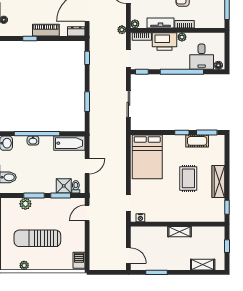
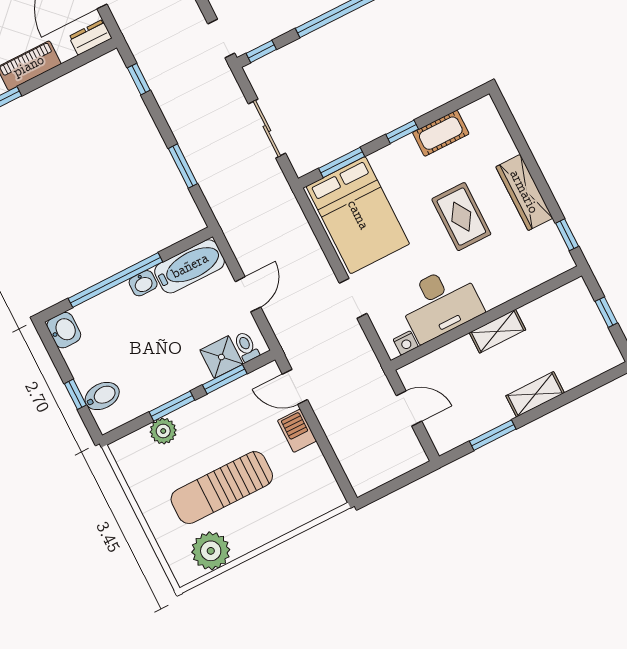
window: (207, 132) -> (342, 162), moved
washbasin: (33, 140) -> (143, 283), moved
doorway: (128, 203) -> (353, 298), moved
desk: (162, 209) -> (440, 303), added
door: (87, 213) -> (295, 387), hinge flipped
door: (128, 256) -> (409, 408), moved
barbecue: (79, 260) -> (297, 431), moved
plant: (24, 265) -> (211, 551), width x1.87, depth x1.87
shelving: (203, 265) -> (535, 394), moved

